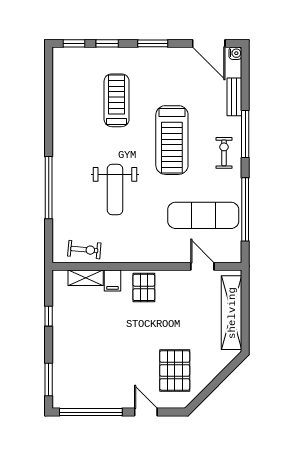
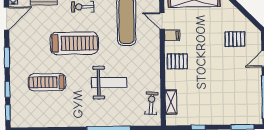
door: (202, 266) -> (162, 21), hinge flipped
filing cabinet: (113, 281) -> (172, 35), moved
pallet: (175, 370) -> (235, 39), width x0.67, depth x0.71

